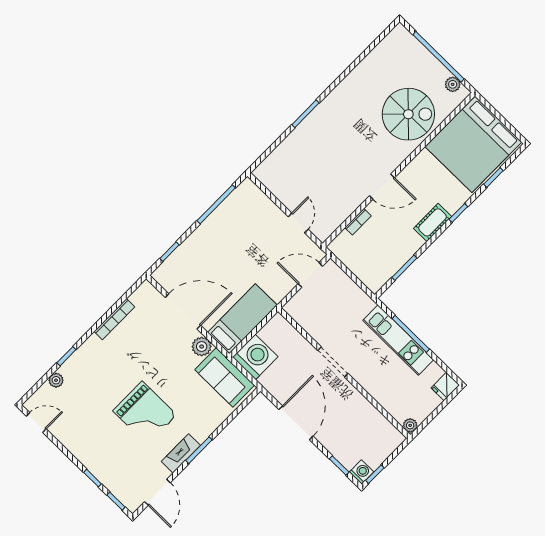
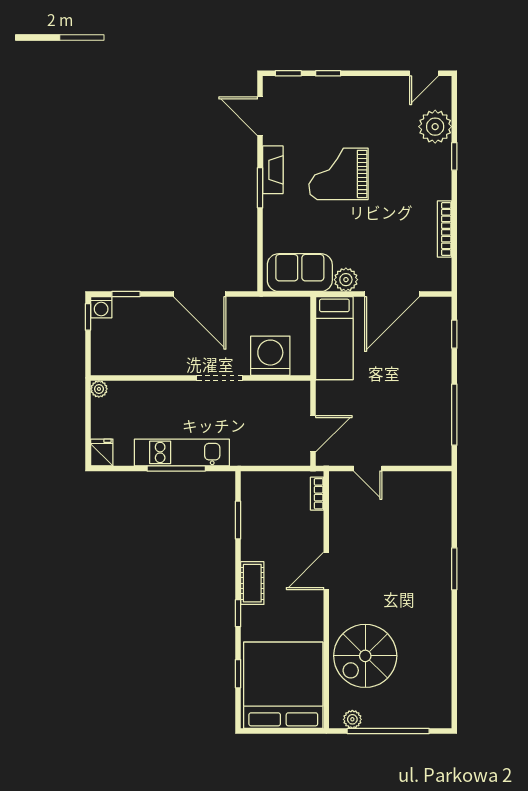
bookcase: (358, 222) -> (317, 494), moved
washing machine: (255, 357) -> (270, 356), moved, turned 180
plant: (56, 380) -> (435, 127), width x1.87, depth x1.87

